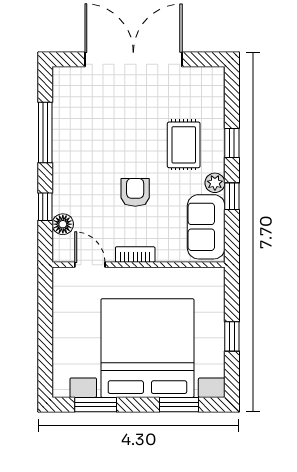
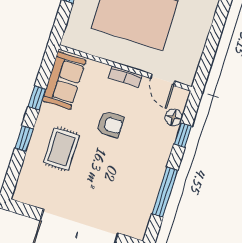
plant: (215, 183) -> (47, 112), removed
armchair: (135, 192) -> (110, 124), turned -90

